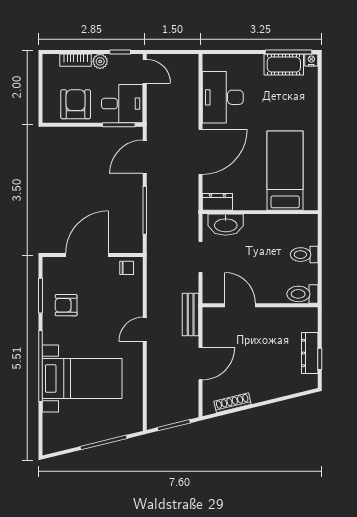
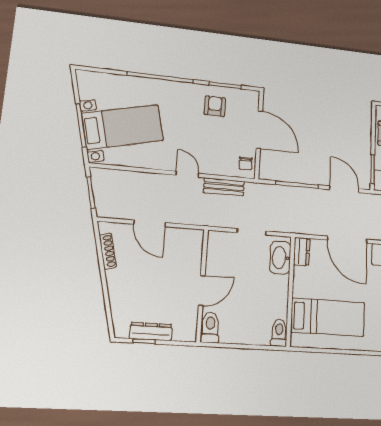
toilet: (304, 255) -> (279, 333), moved
door: (240, 305) -> (202, 290), moved
bench: (191, 314) -> (224, 187), moved
bed with nightstands: (82, 378) -> (123, 127), moved, turned -104

